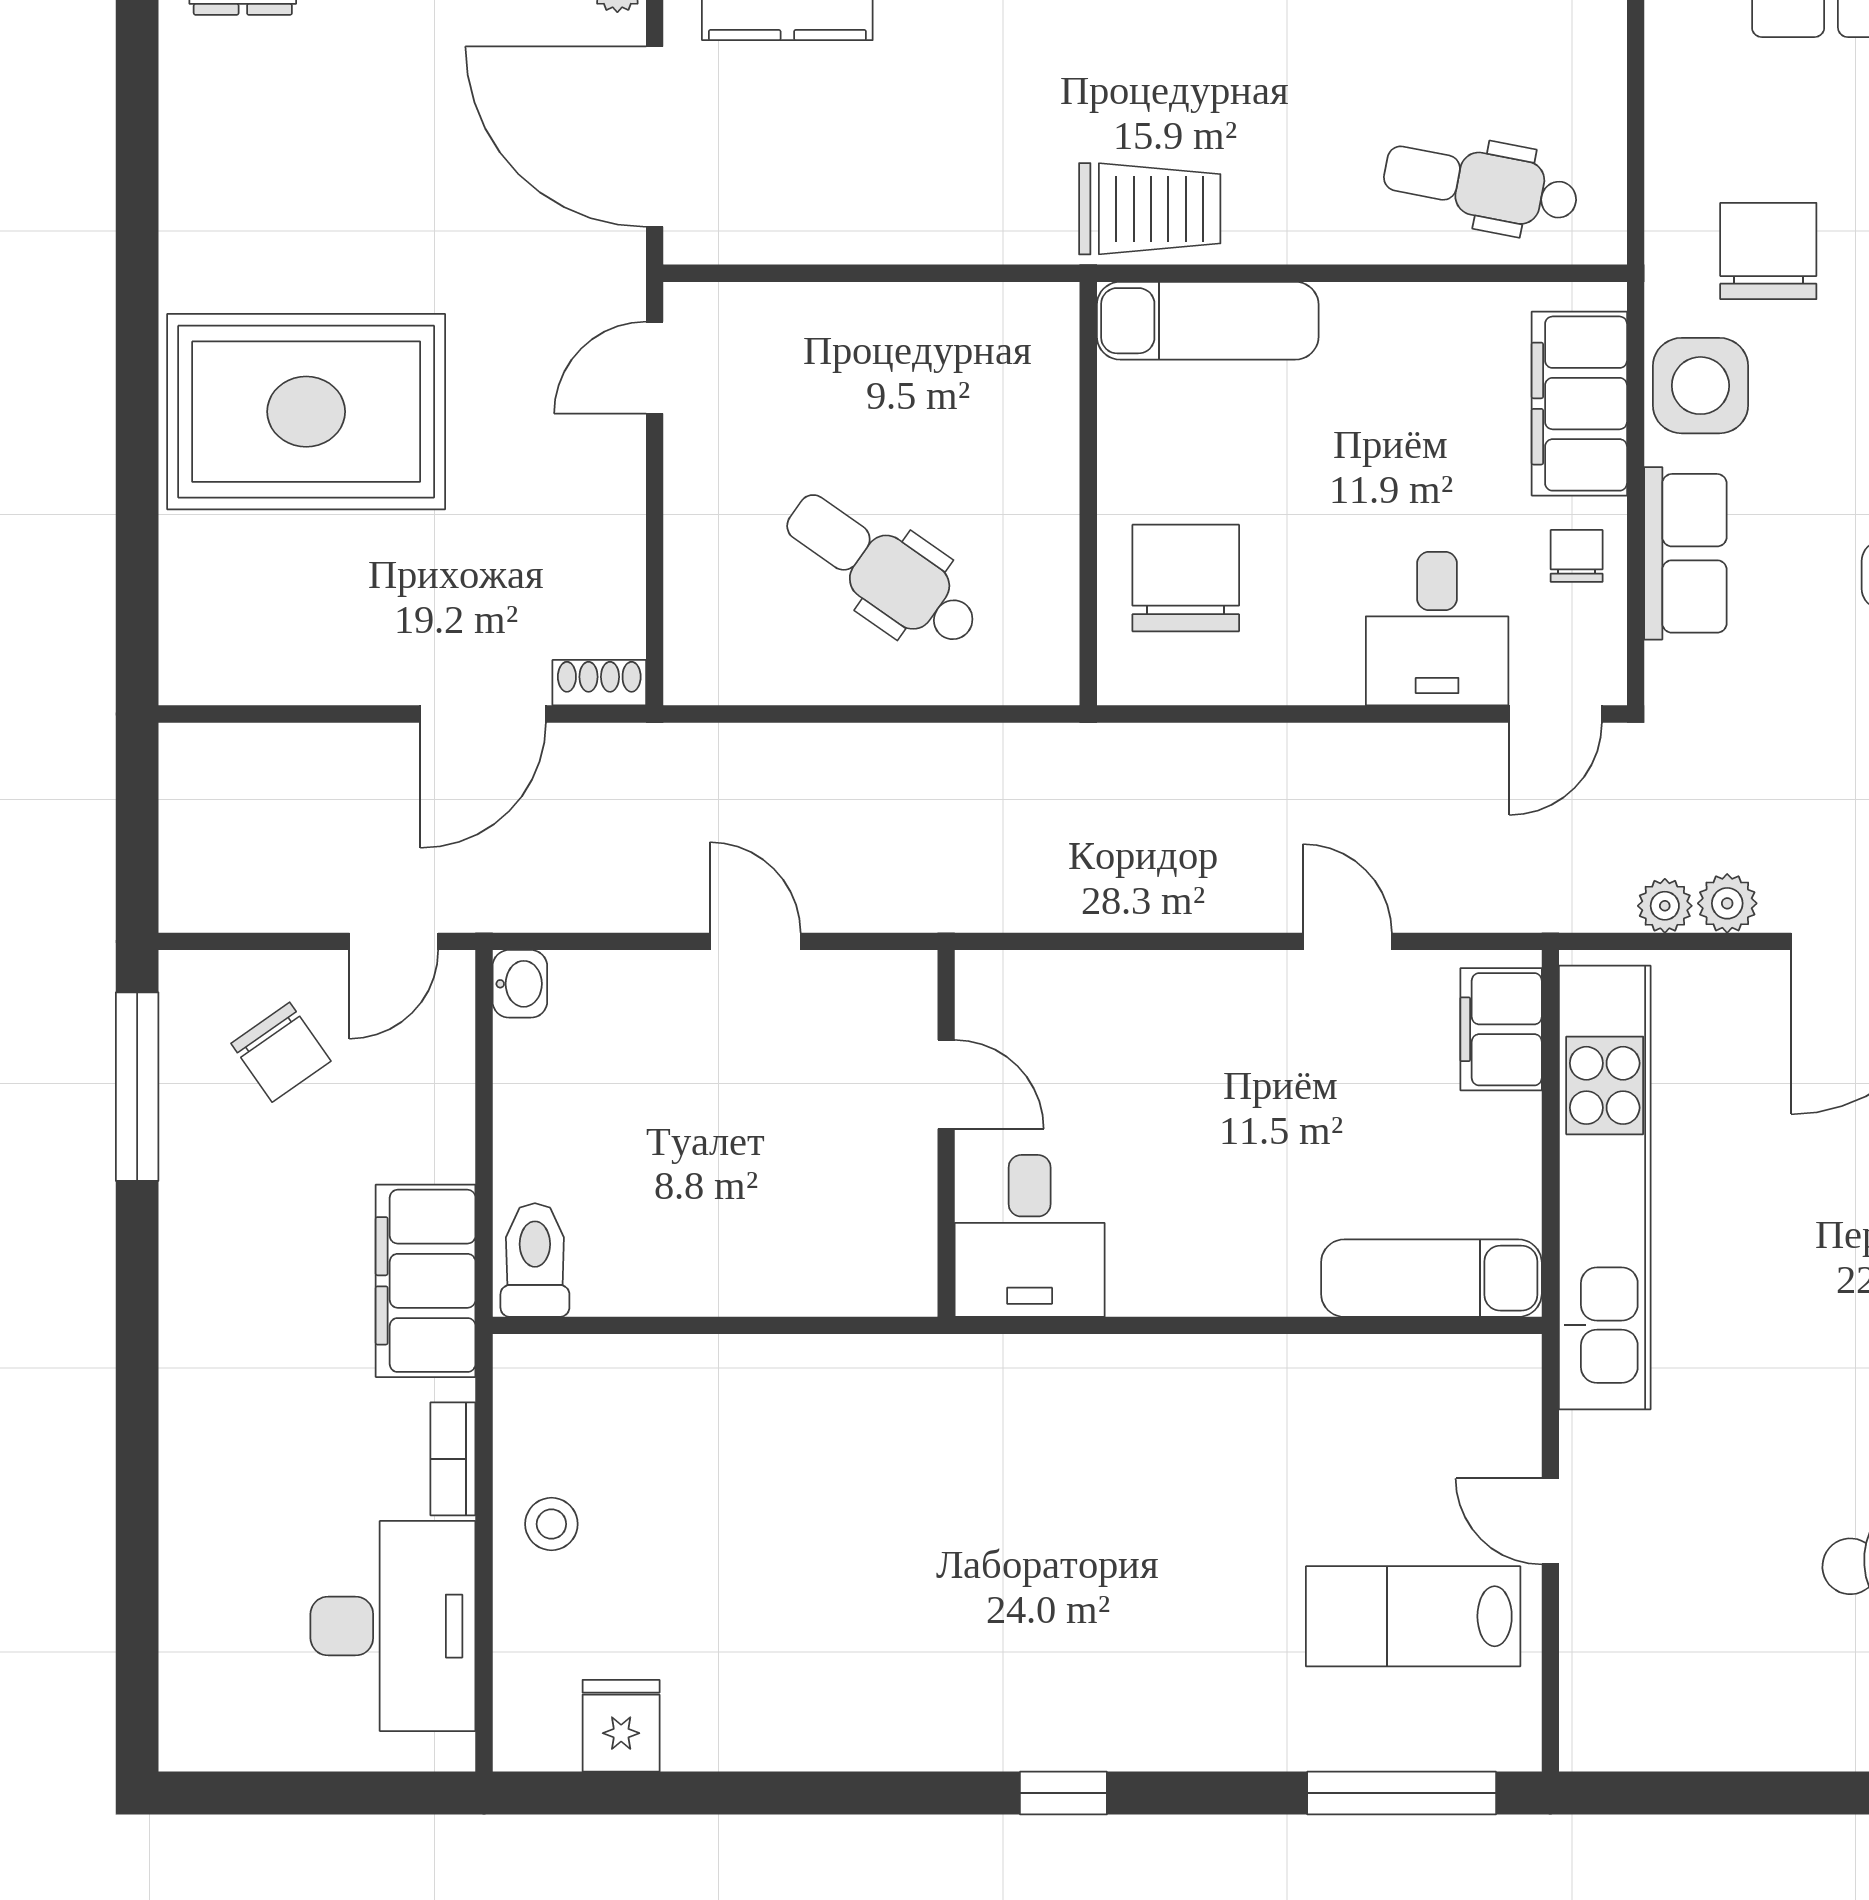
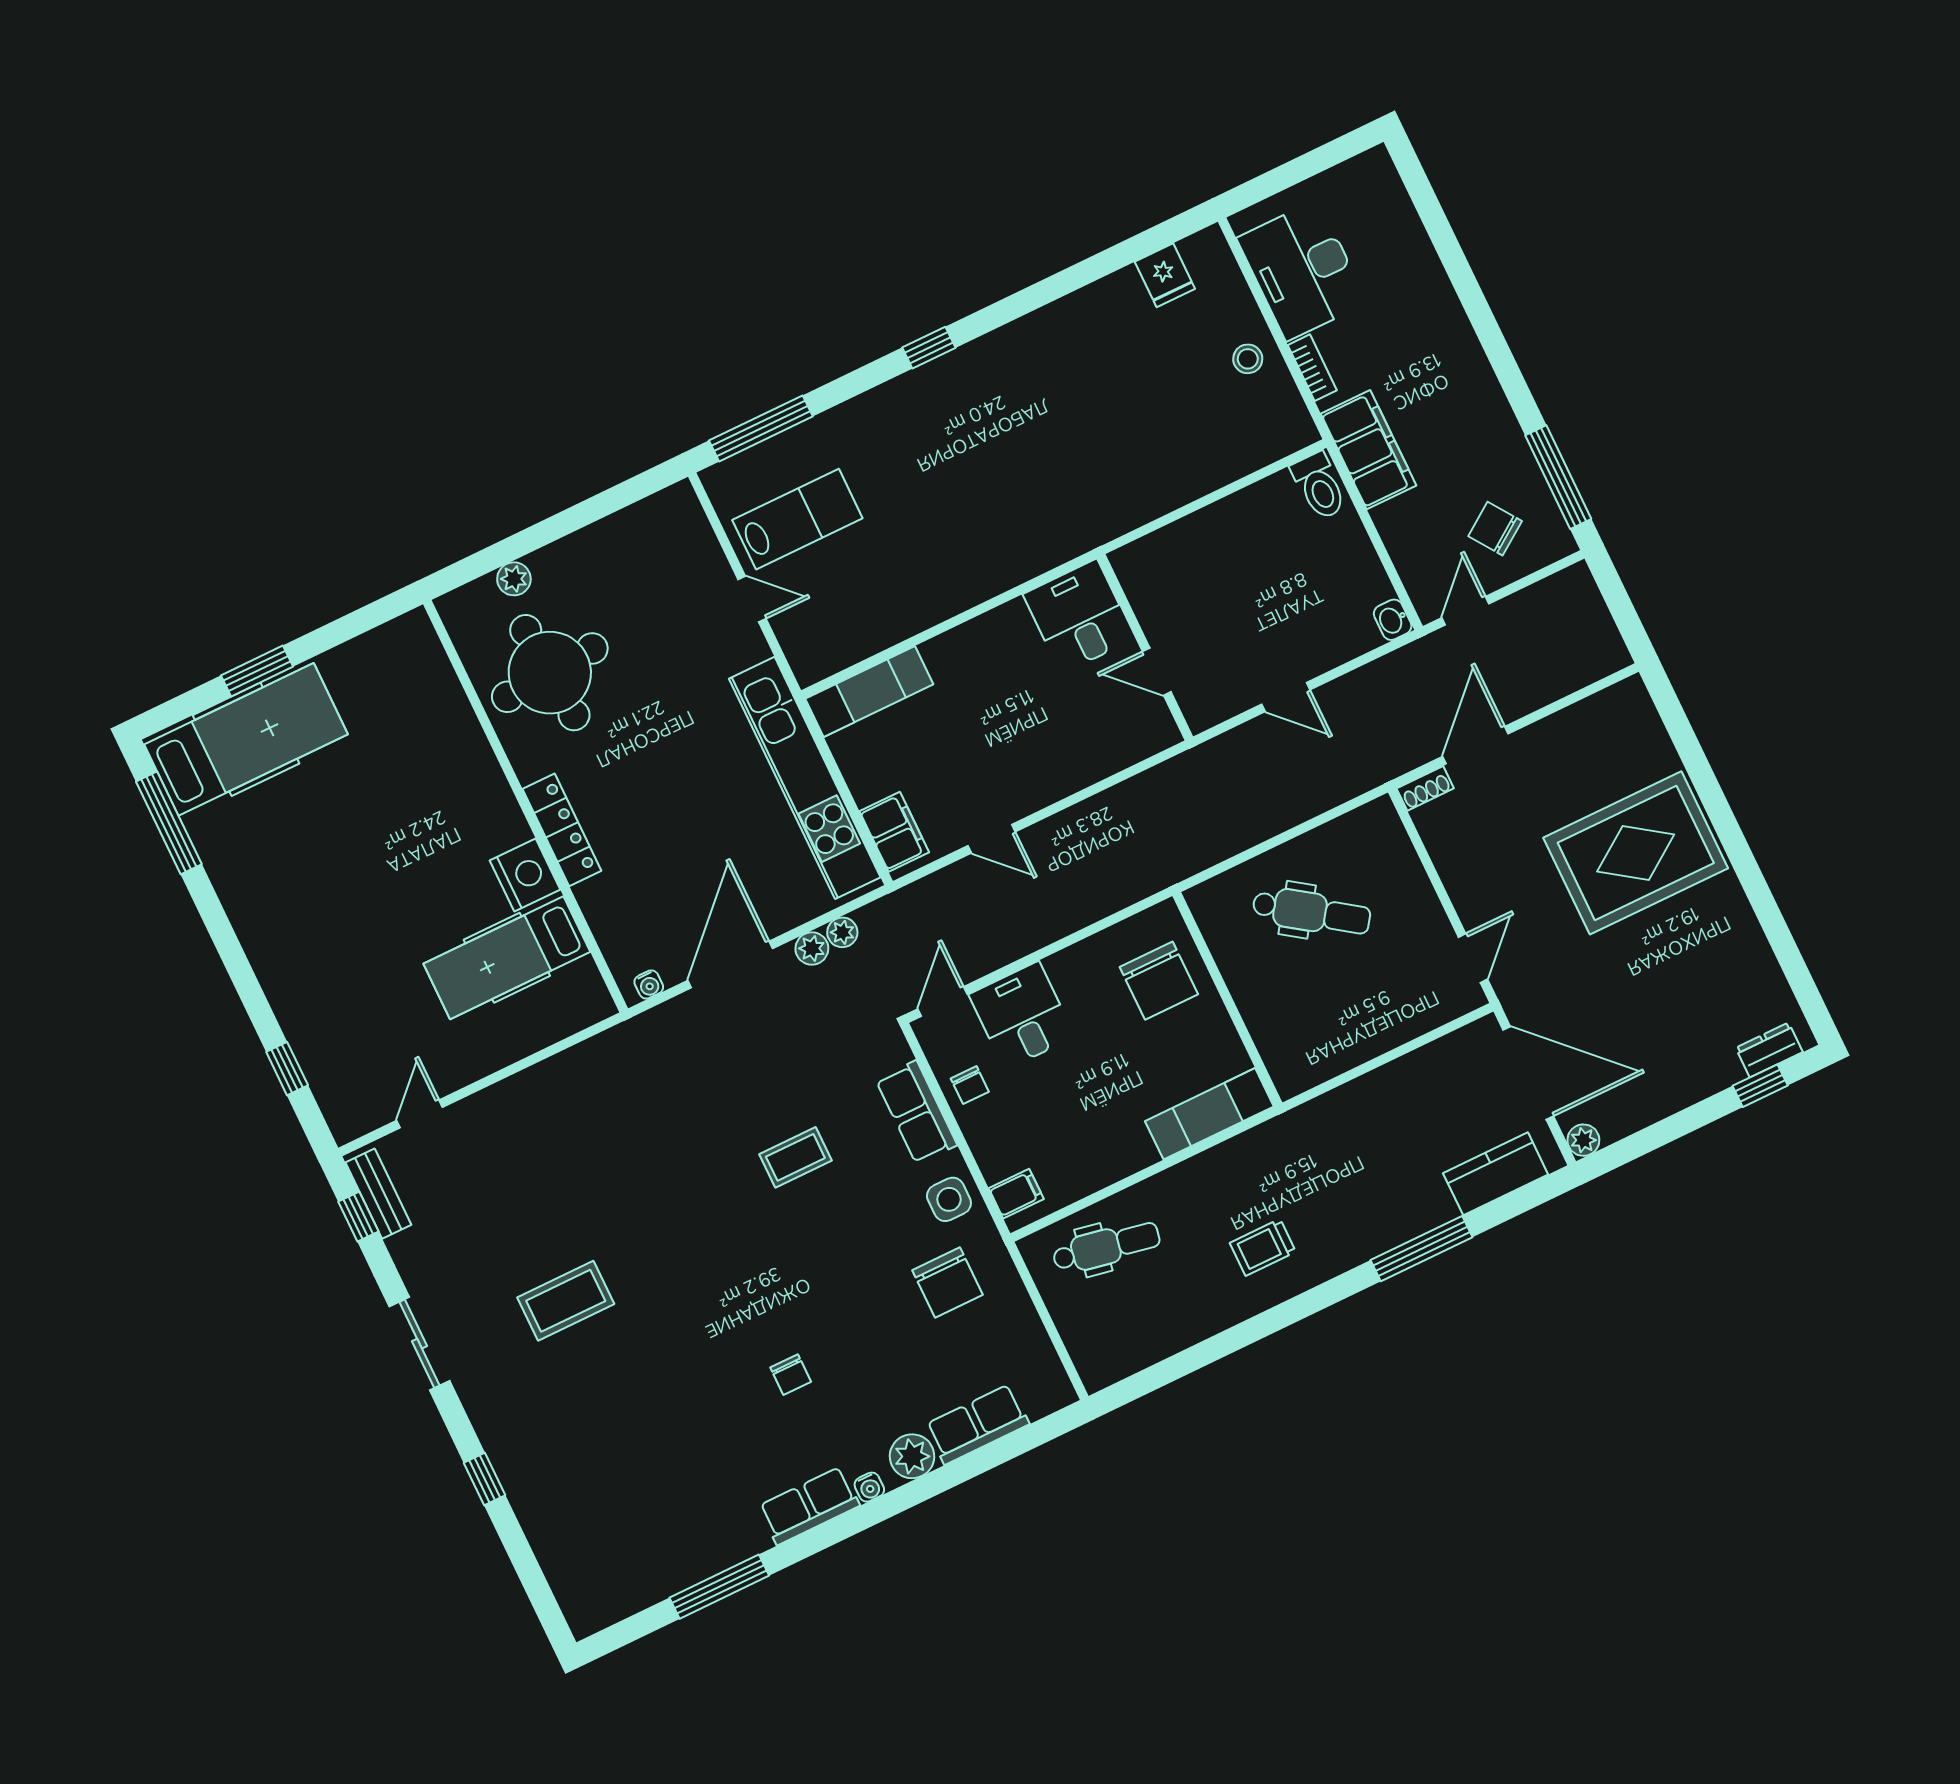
trolley: (1150, 209) -> (1263, 1247), moved, width x0.73, depth x0.72
side table: (1700, 386) -> (949, 1199), width x0.73, depth x0.73
filing cabinet: (1579, 404) -> (1016, 1194), width x0.33, depth x0.86

